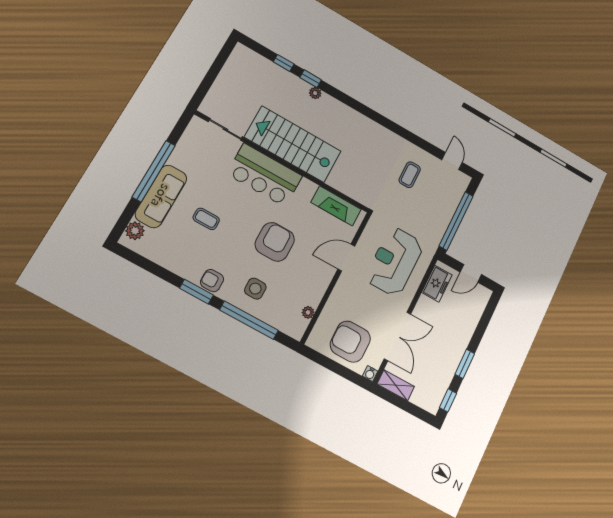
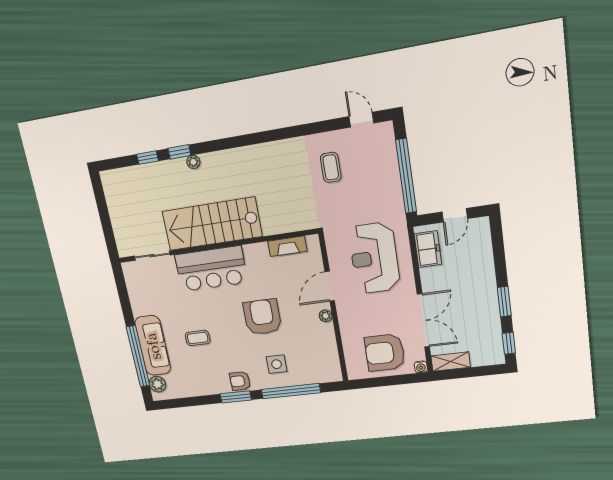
window: (154, 171) -> (138, 356), moved
fireplace: (336, 206) -> (287, 246), width x0.73, depth x0.76
plant: (308, 312) -> (326, 316), moved

